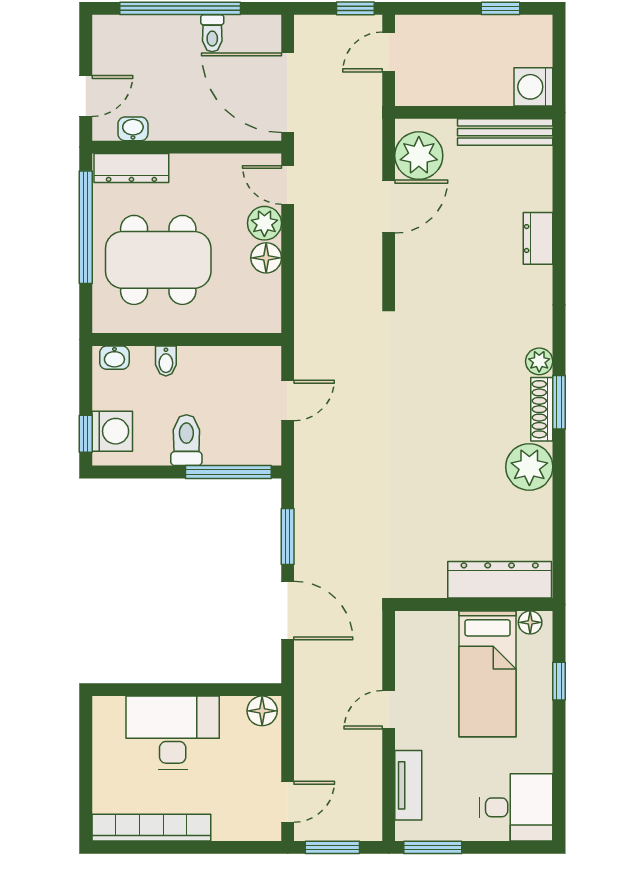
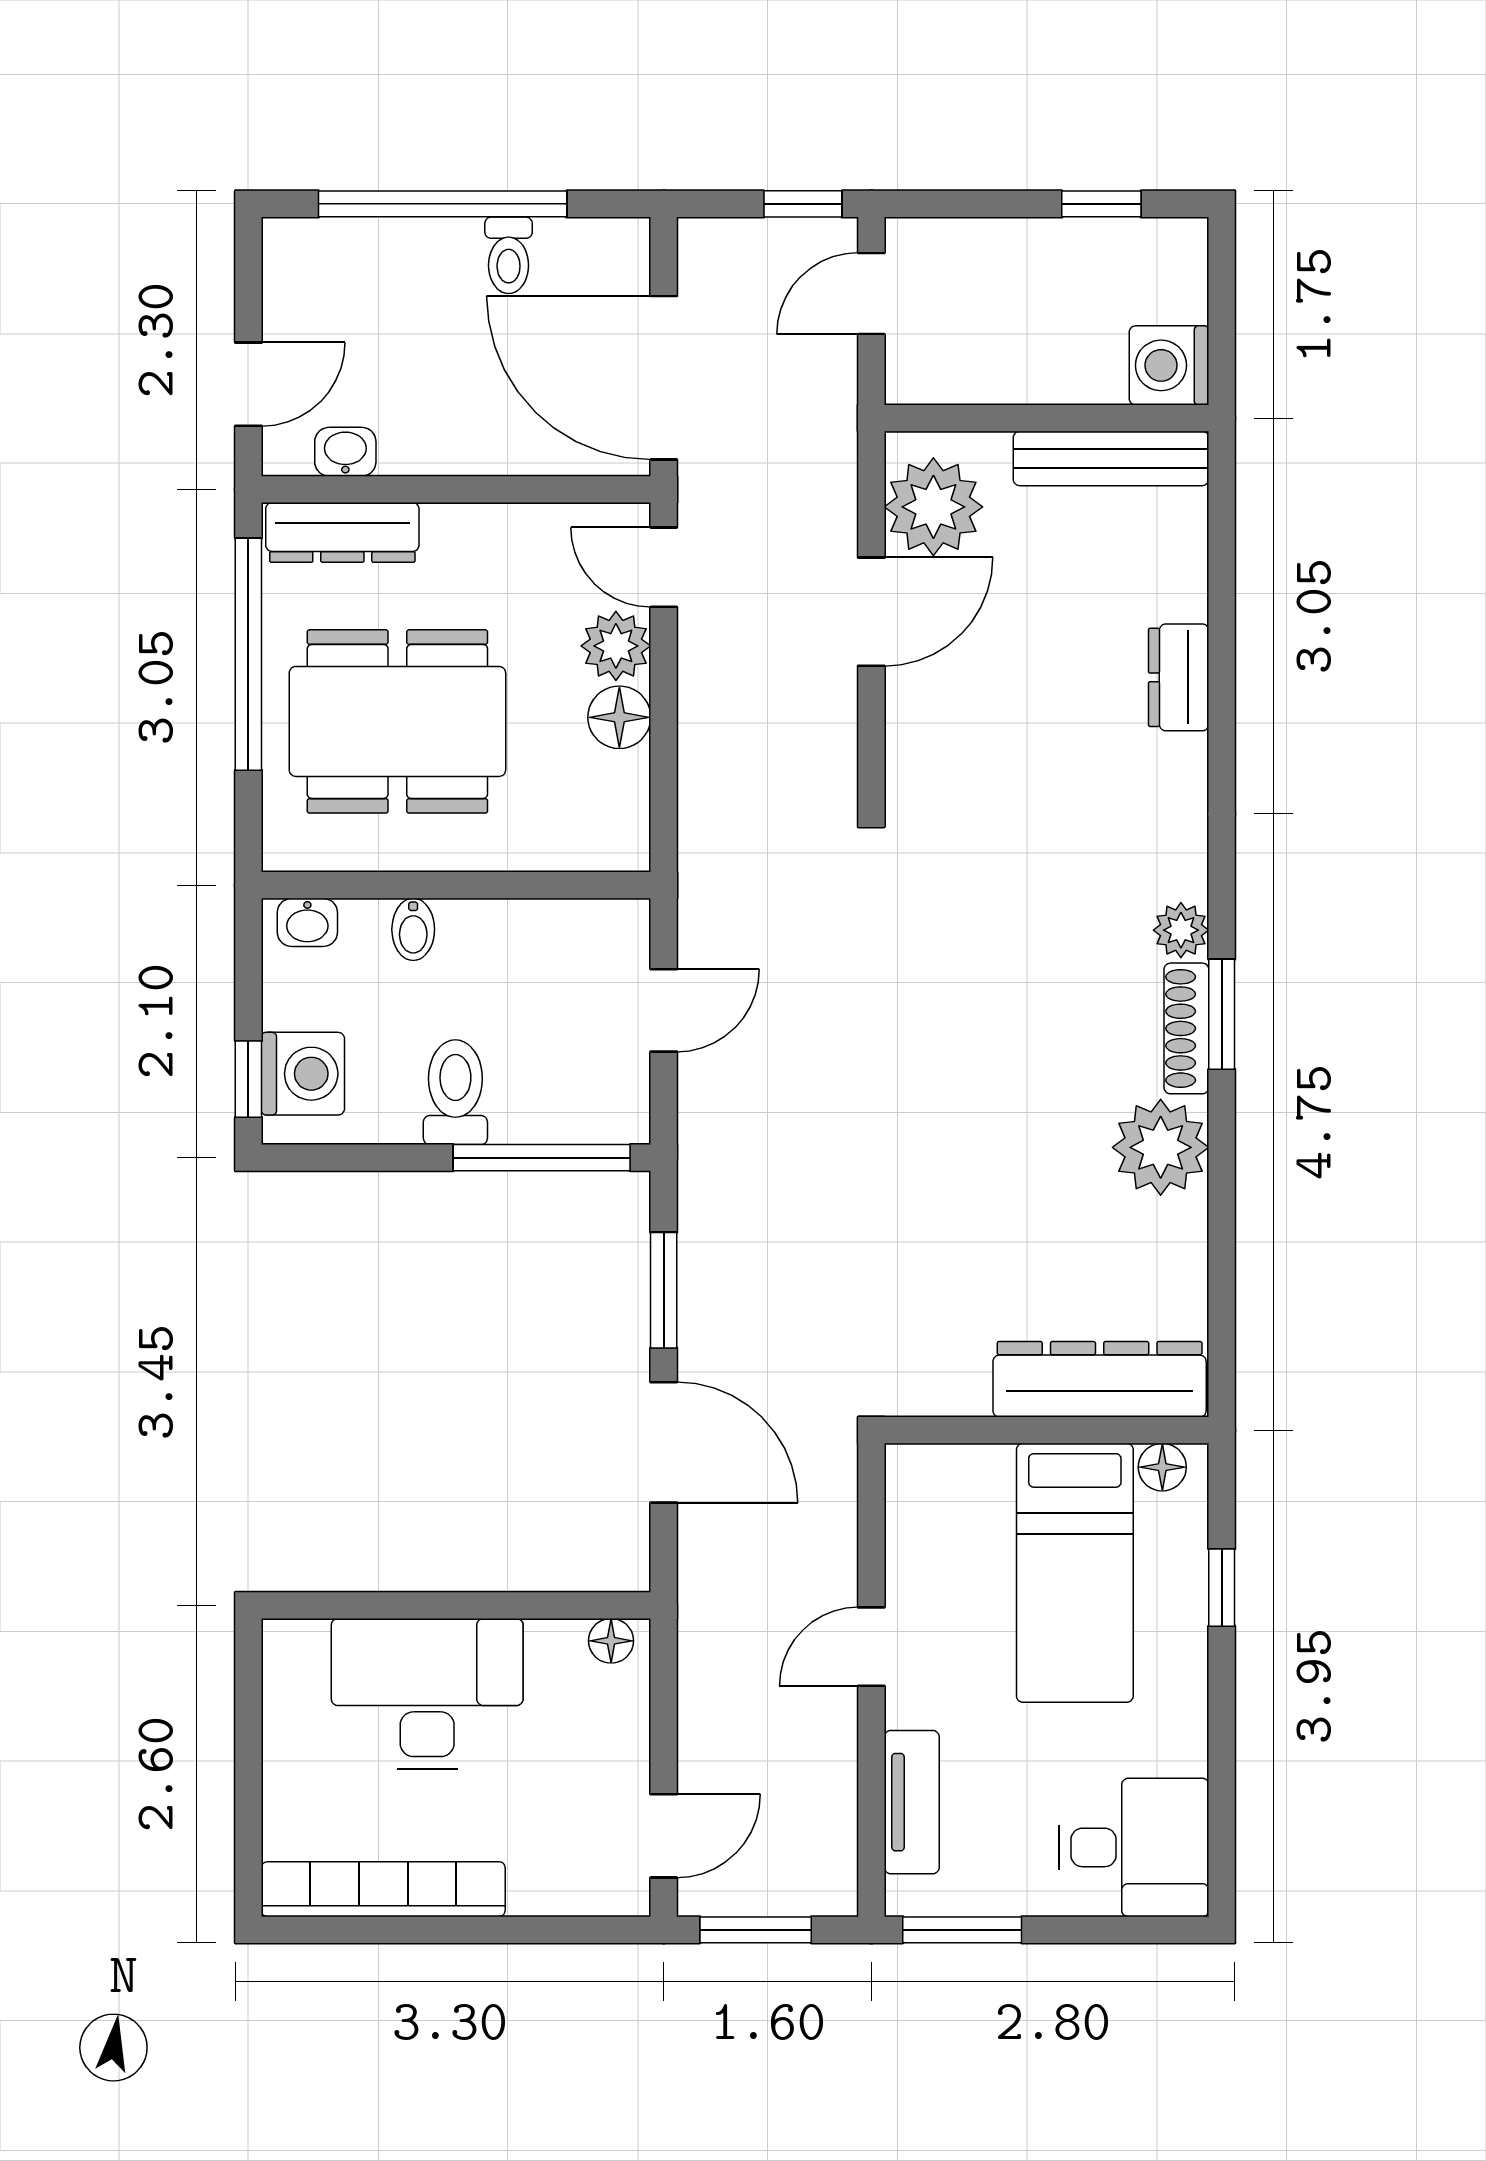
floor lamp: (262, 711) -> (611, 1641), width x0.73, depth x0.73

